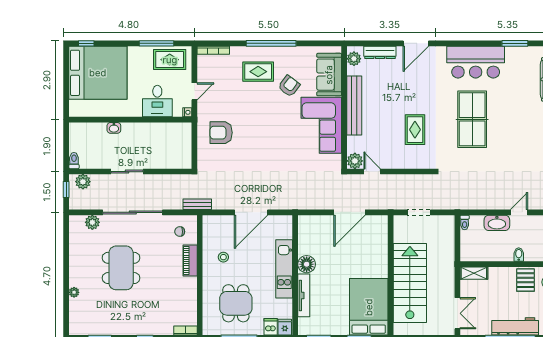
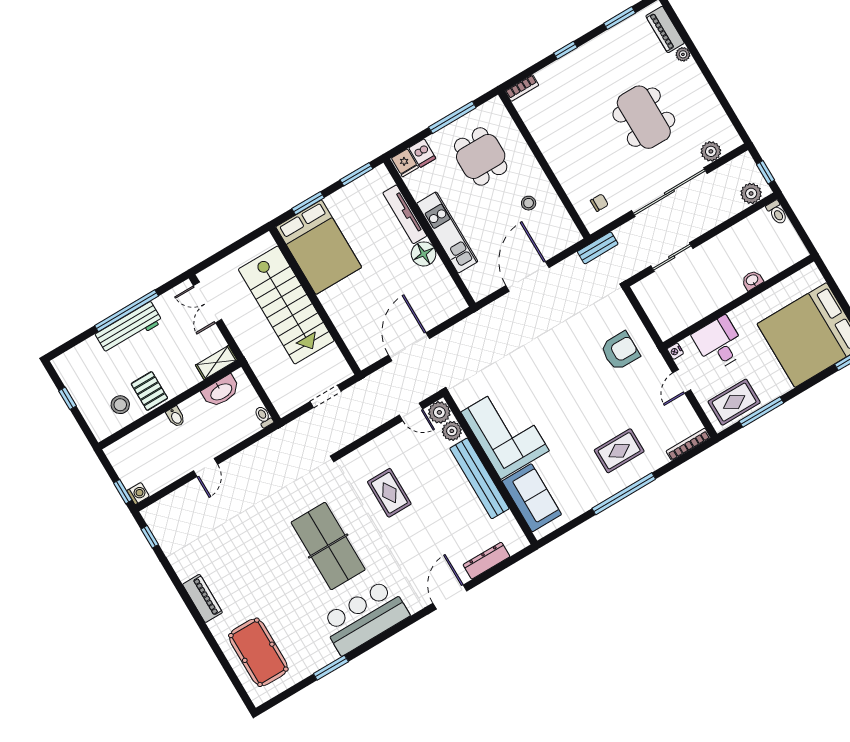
plant: (354, 59) -> (452, 431), moved
armchair: (289, 86) -> (572, 455), removed
sliding door: (127, 172) -> (672, 257), moved
washbasin: (497, 223) -> (221, 391), moved, turned 180
piano: (190, 261) -> (665, 30), moved, turned 180

